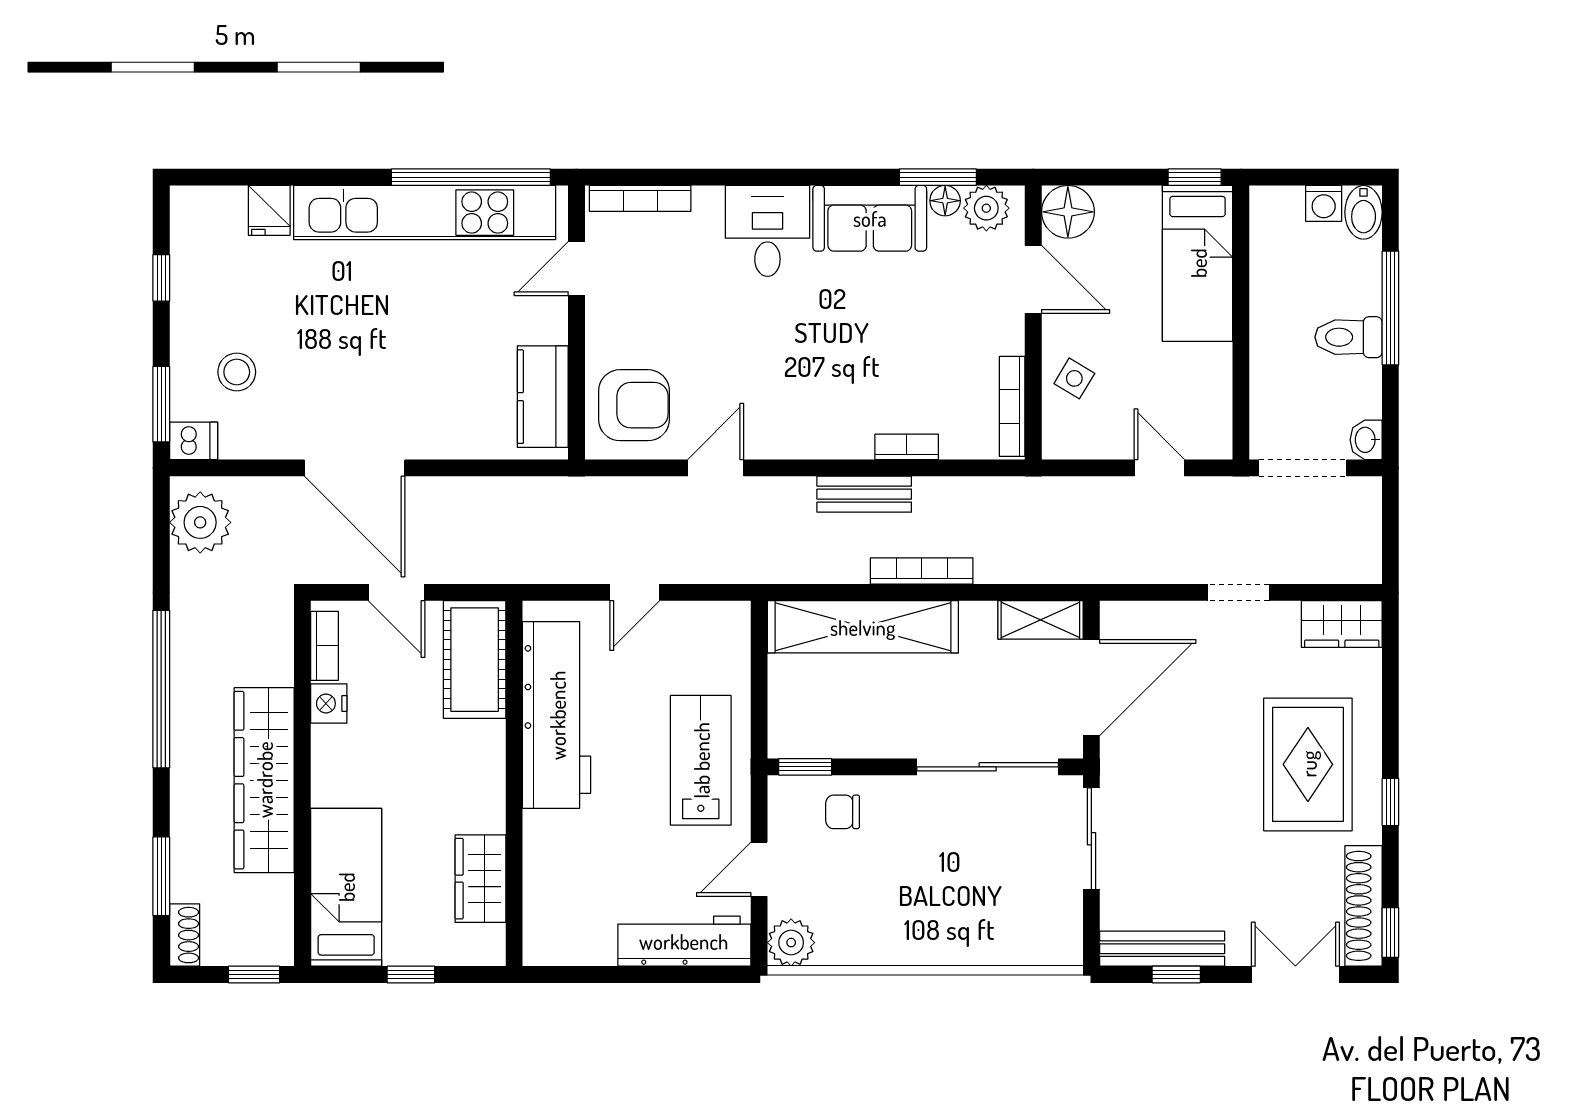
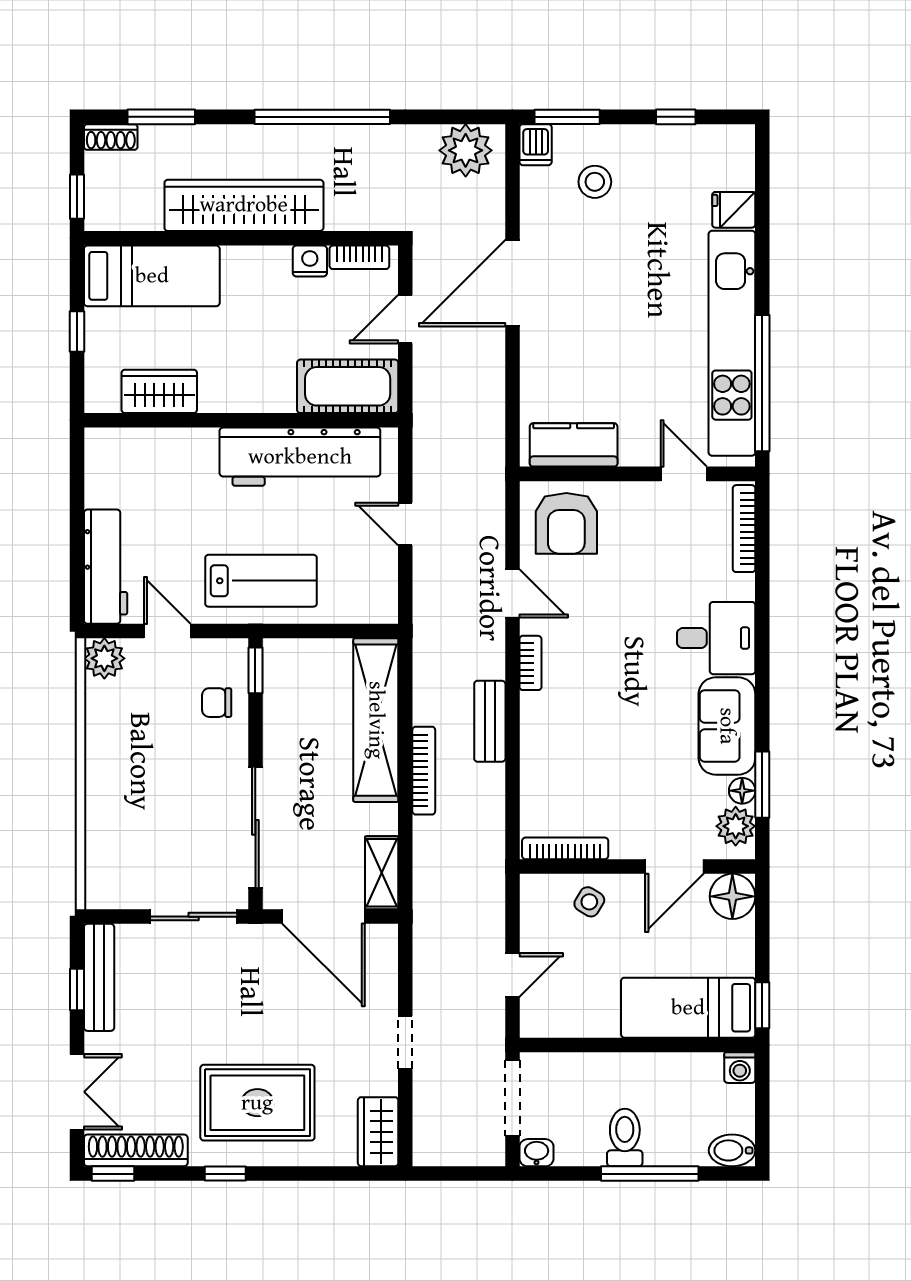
washing machine: (1324, 203) -> (740, 1068), moved, turned -90
bookcase: (907, 447) -> (530, 663), moved
chair: (843, 812) -> (217, 703), turned -90

